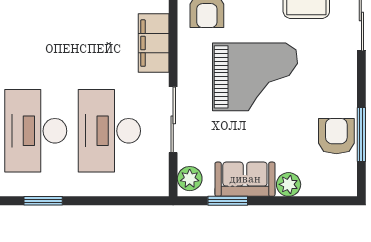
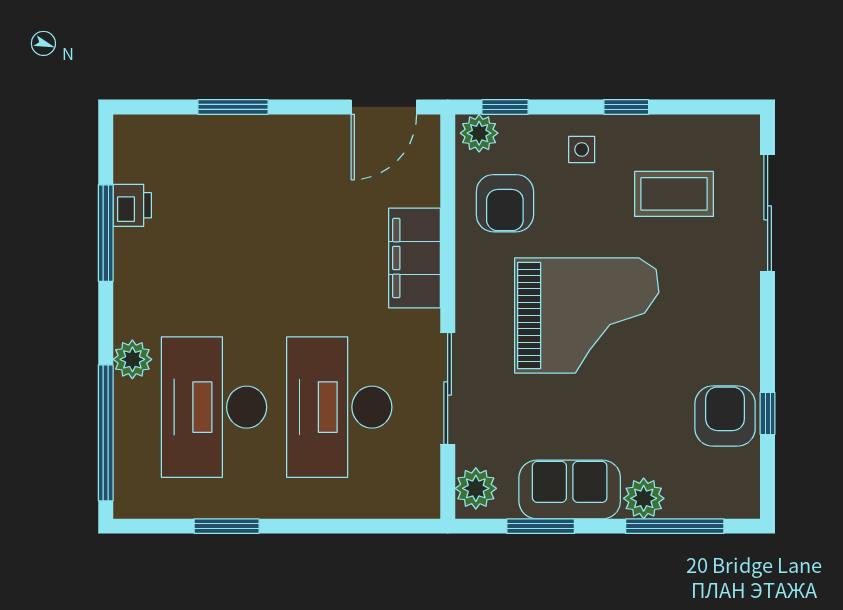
window: (361, 135) -> (768, 414), width x0.46
window: (307, 201) -> (675, 526), added

